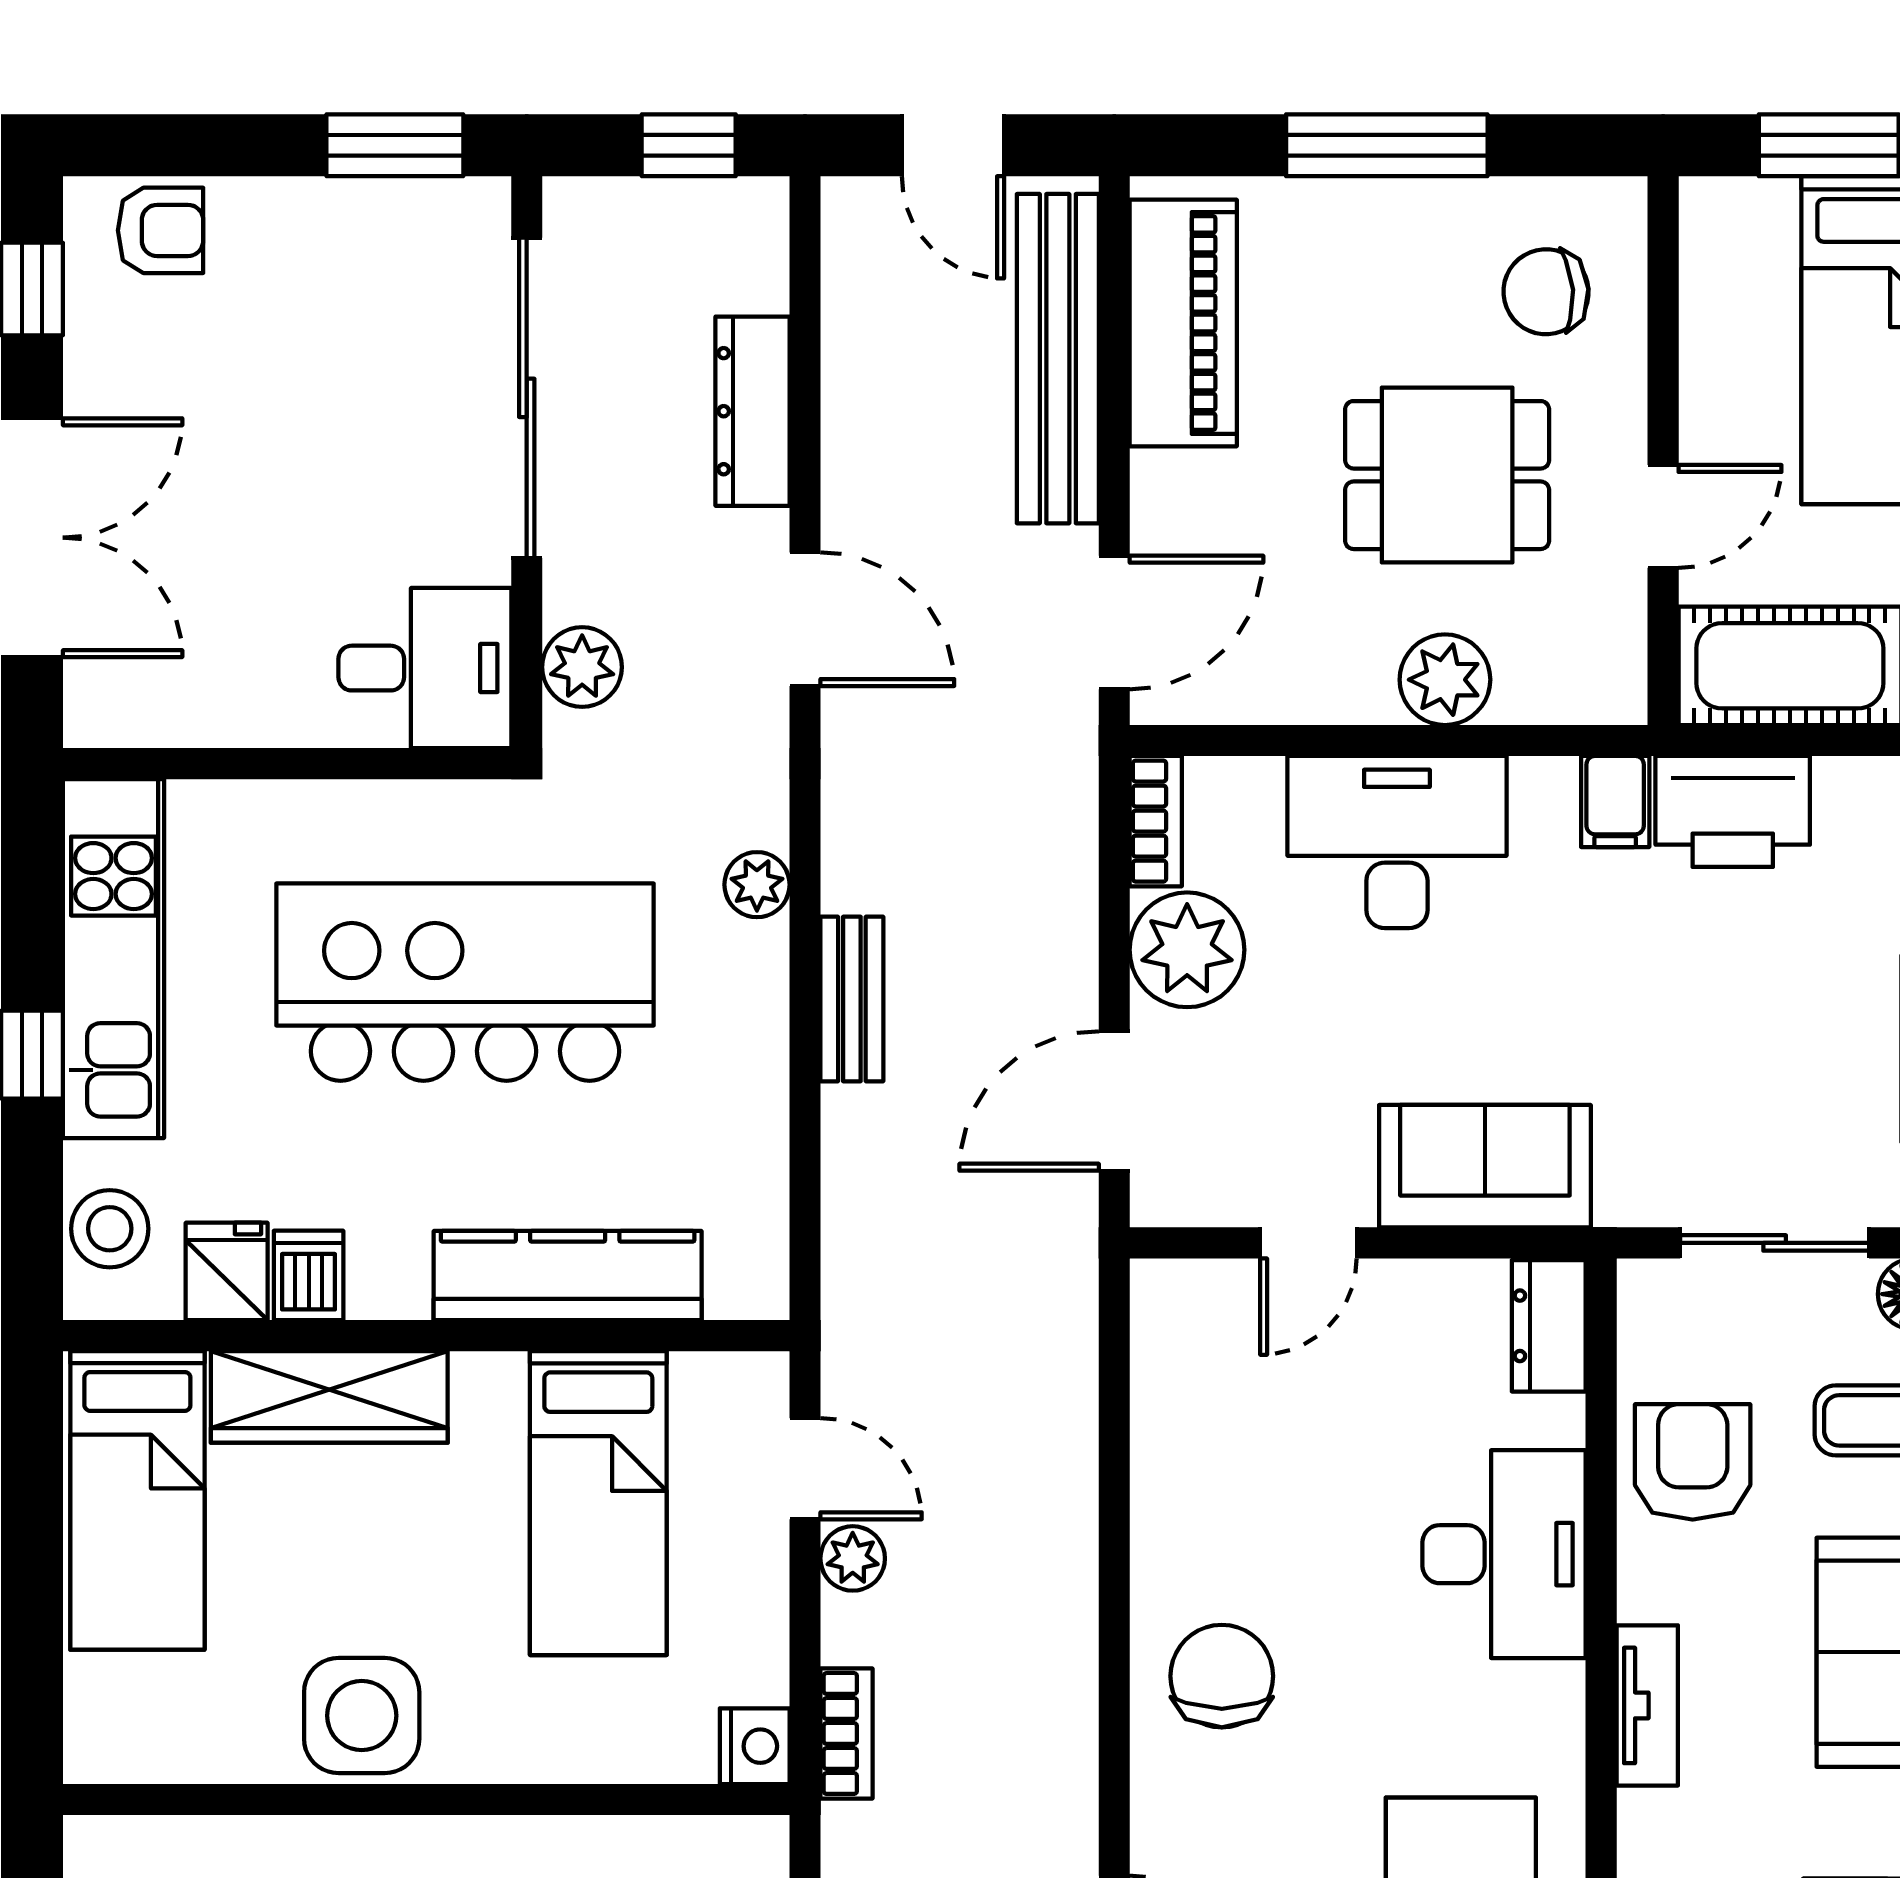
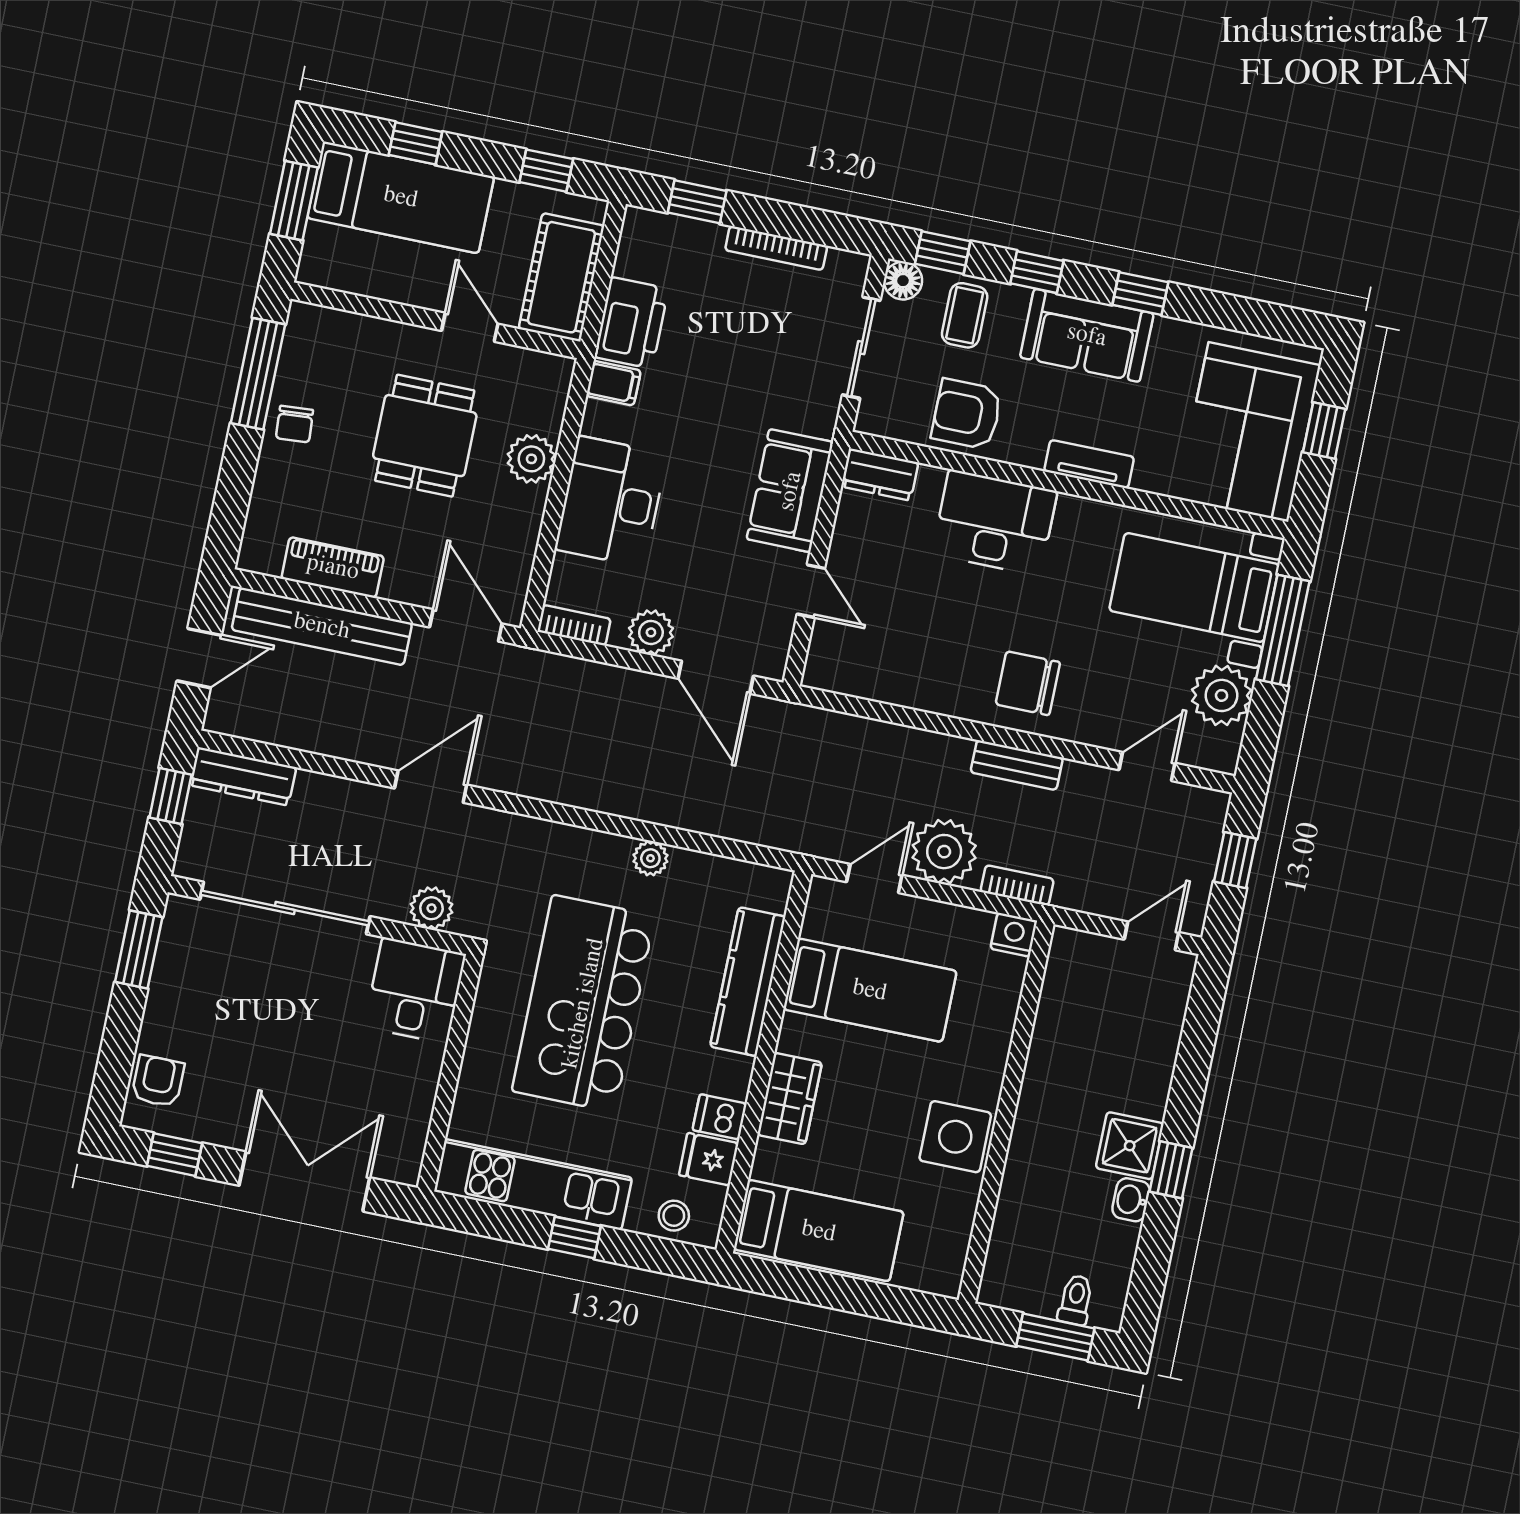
window: (1387, 145) -> (258, 374), moved
chair: (1546, 292) -> (295, 424), moved, width x0.73, depth x0.73
piano: (1183, 323) -> (333, 567), width x0.73, depth x0.75
dresser: (753, 411) -> (243, 776), moved
plant: (757, 885) -> (650, 858), moved
plant: (1187, 950) -> (651, 632), width x0.73, depth x0.73
bench: (852, 999) -> (1017, 765), moved
stool: (110, 1229) -> (674, 1216), width x0.73, depth x0.73
wardrobe: (329, 1397) -> (790, 1099), width x0.67
plant: (853, 1558) -> (944, 852), width x1.88, depth x1.88

